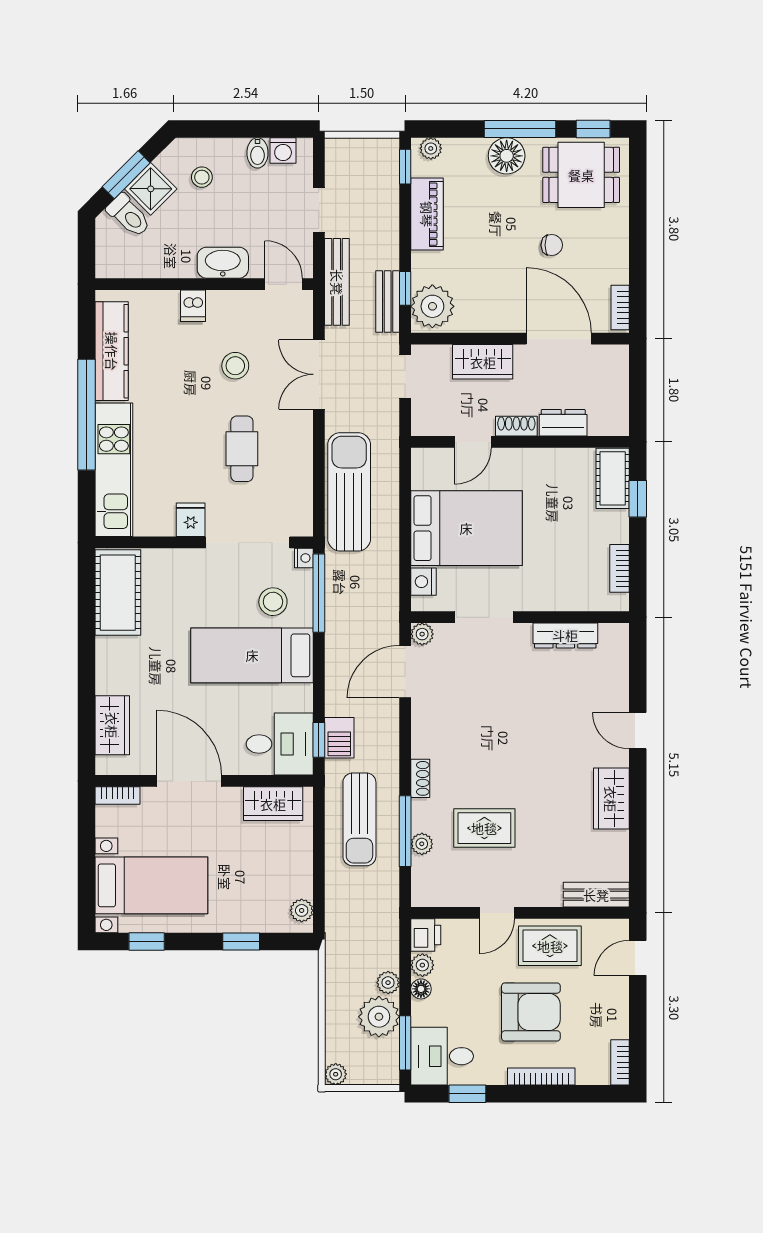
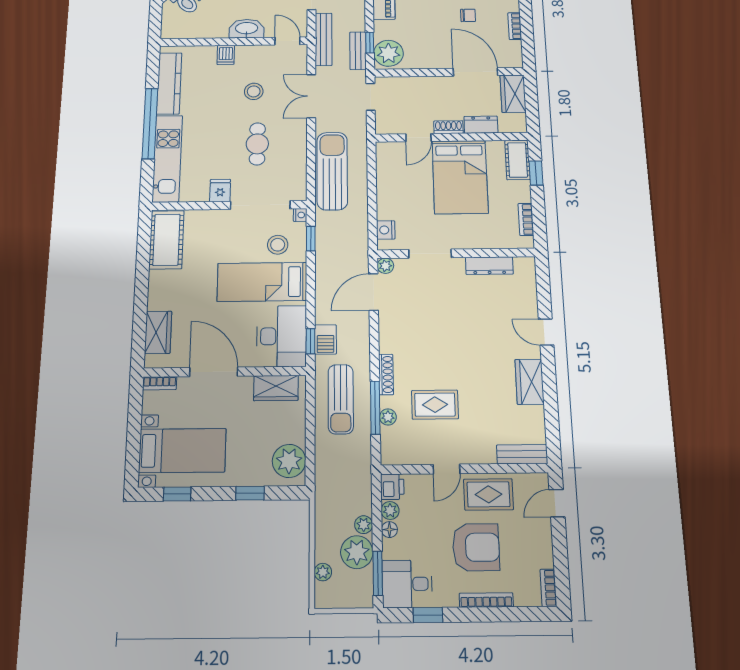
bookcase: (620, 307) -> (515, 26), moved
wardrobe: (483, 362) -> (513, 94), moved, turned 90
bed: (466, 528) -> (460, 177), moved, turned 90
window: (319, 593) -> (311, 239), width x0.46
desk: (280, 744) -> (281, 336), width x1.37
shoe rack: (420, 778) -> (386, 374), width x1.43
plant: (302, 910) -> (289, 461), width x1.88, depth x1.88
plant: (336, 1074) -> (323, 572), moved

